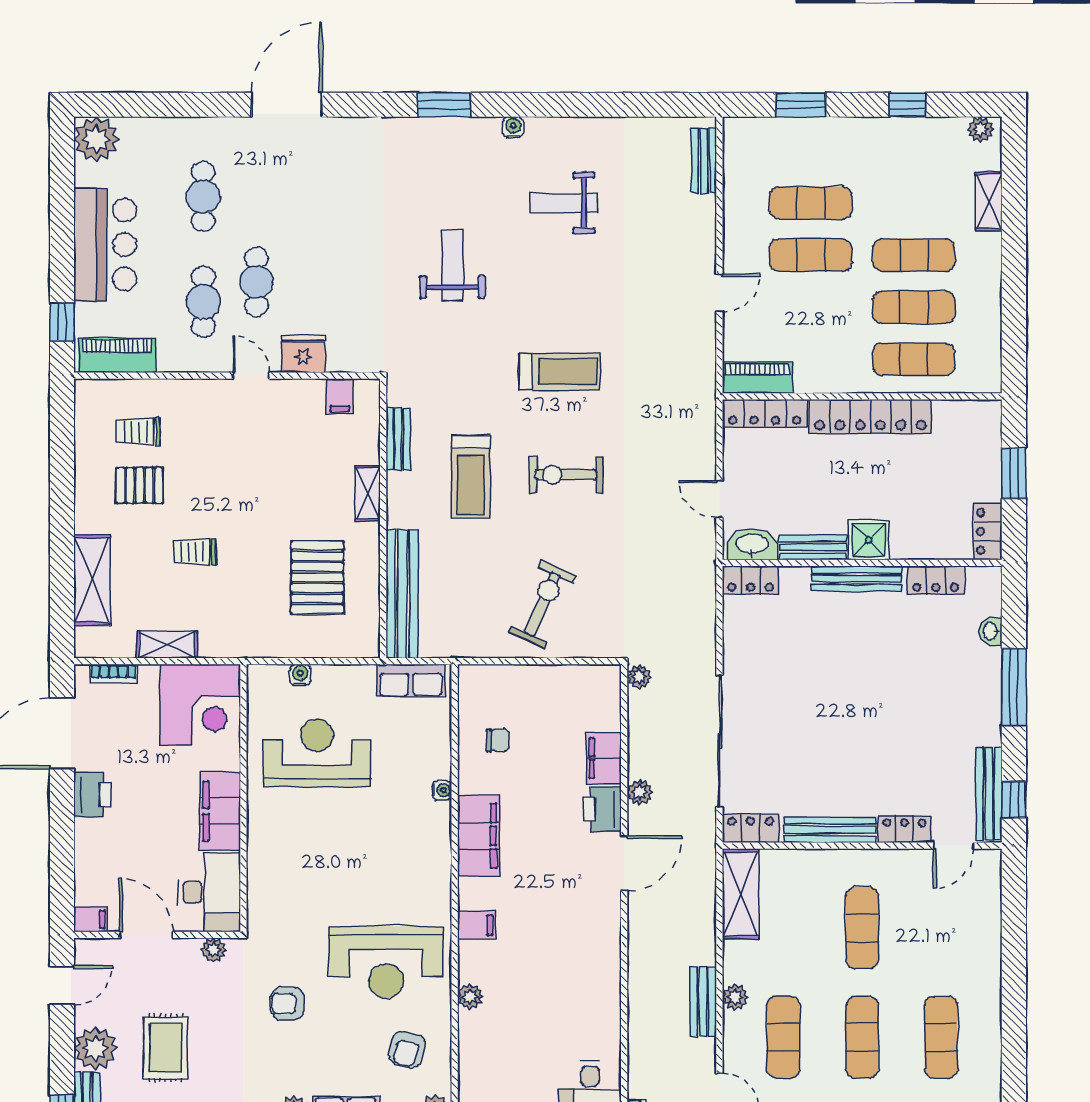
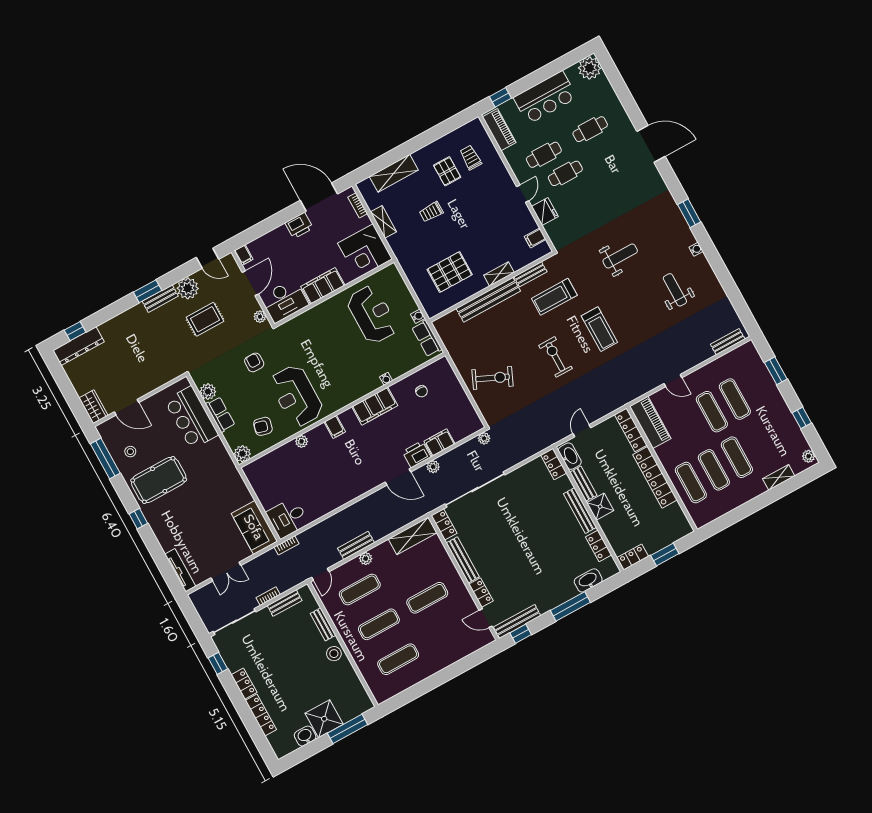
piano: (758, 378) -> (650, 422), width x1.37, depth x1.33
treadmill: (471, 477) -> (554, 297), moved
trolley: (195, 552) -> (431, 212), turned -90
bench: (402, 594) -> (488, 300), moved
washbasin: (991, 631) -> (588, 580), width x1.91, depth x1.45
water cooler: (300, 675) -> (418, 316), moved

